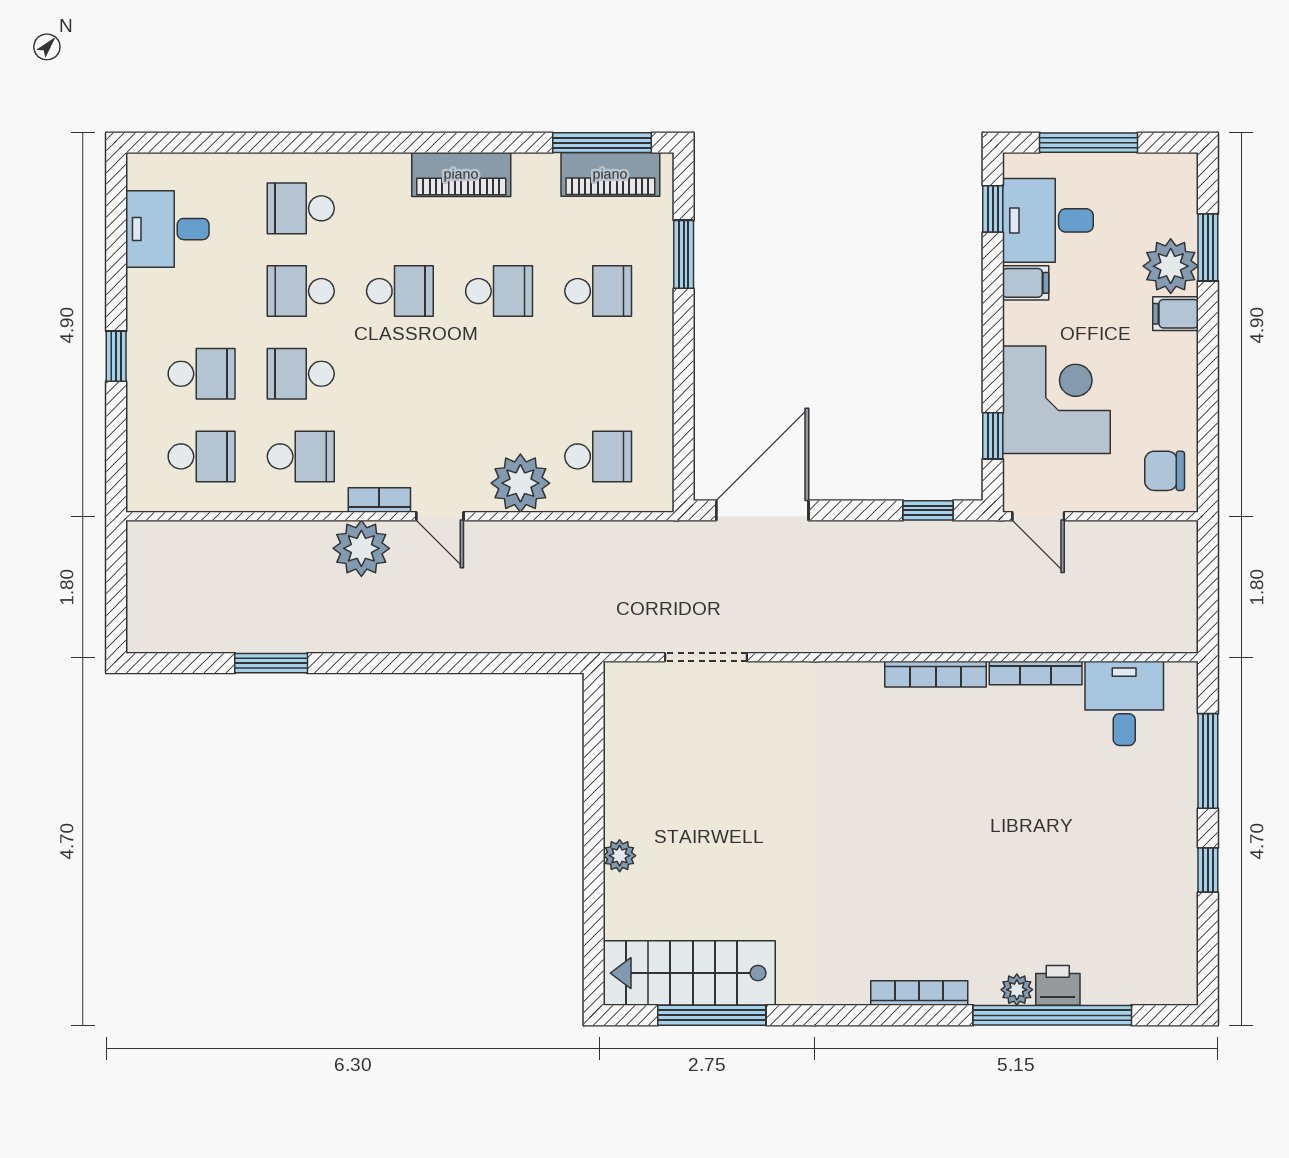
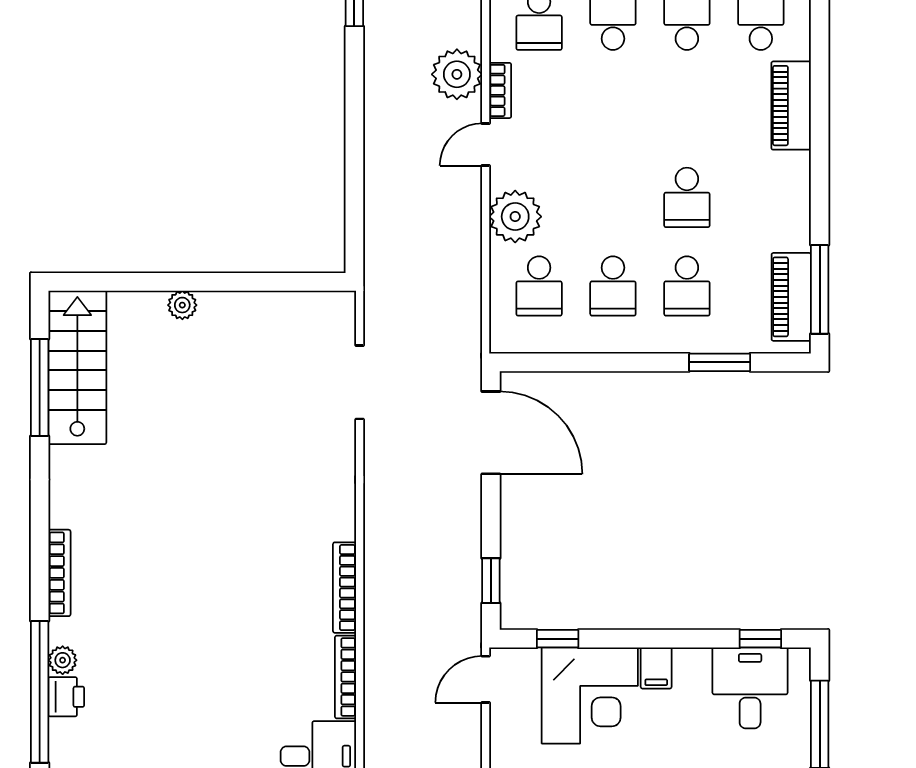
piano: (461, 174) -> (791, 106), moved
filing cabinet: (1026, 283) -> (656, 668), moved
school desk: (400, 291) -> (613, 286), moved

